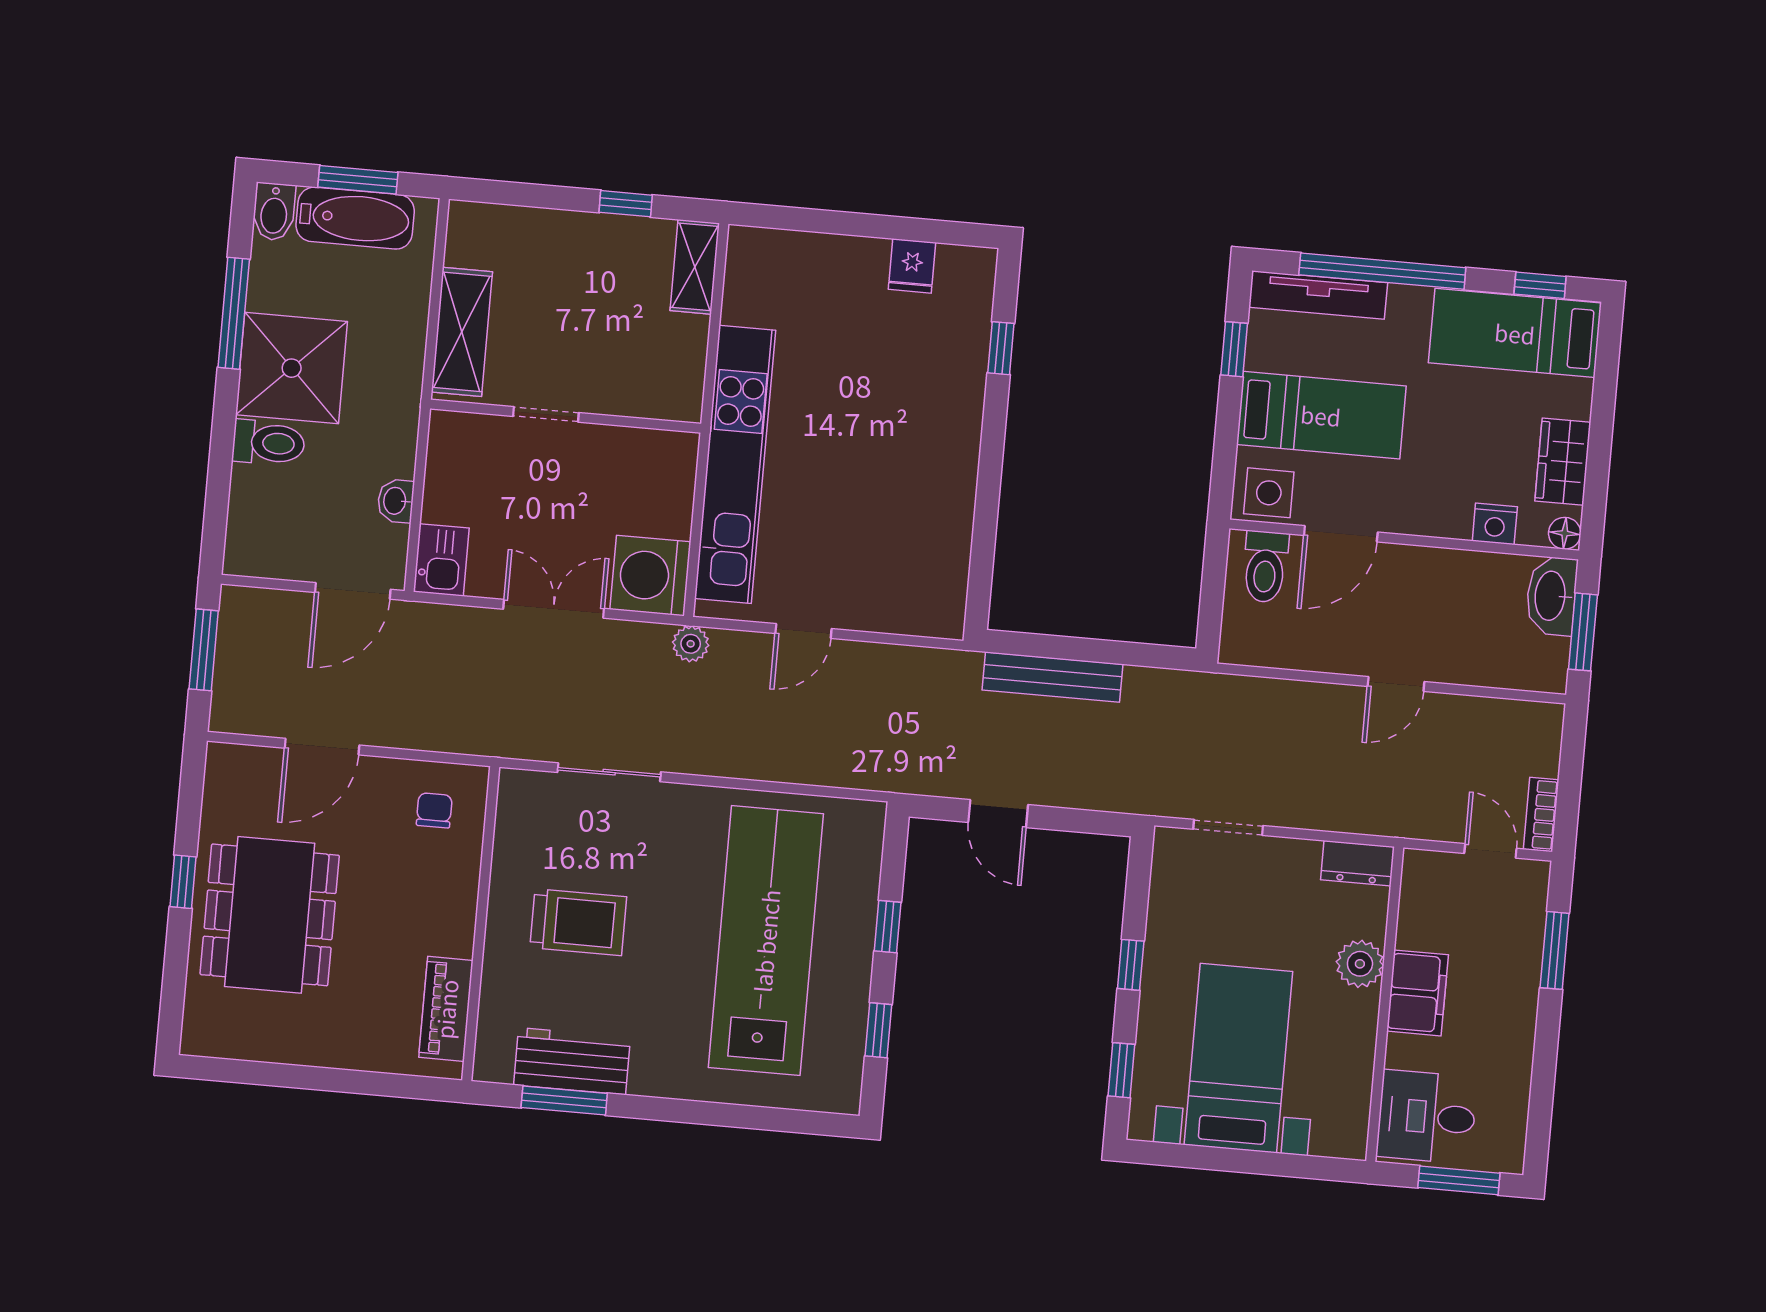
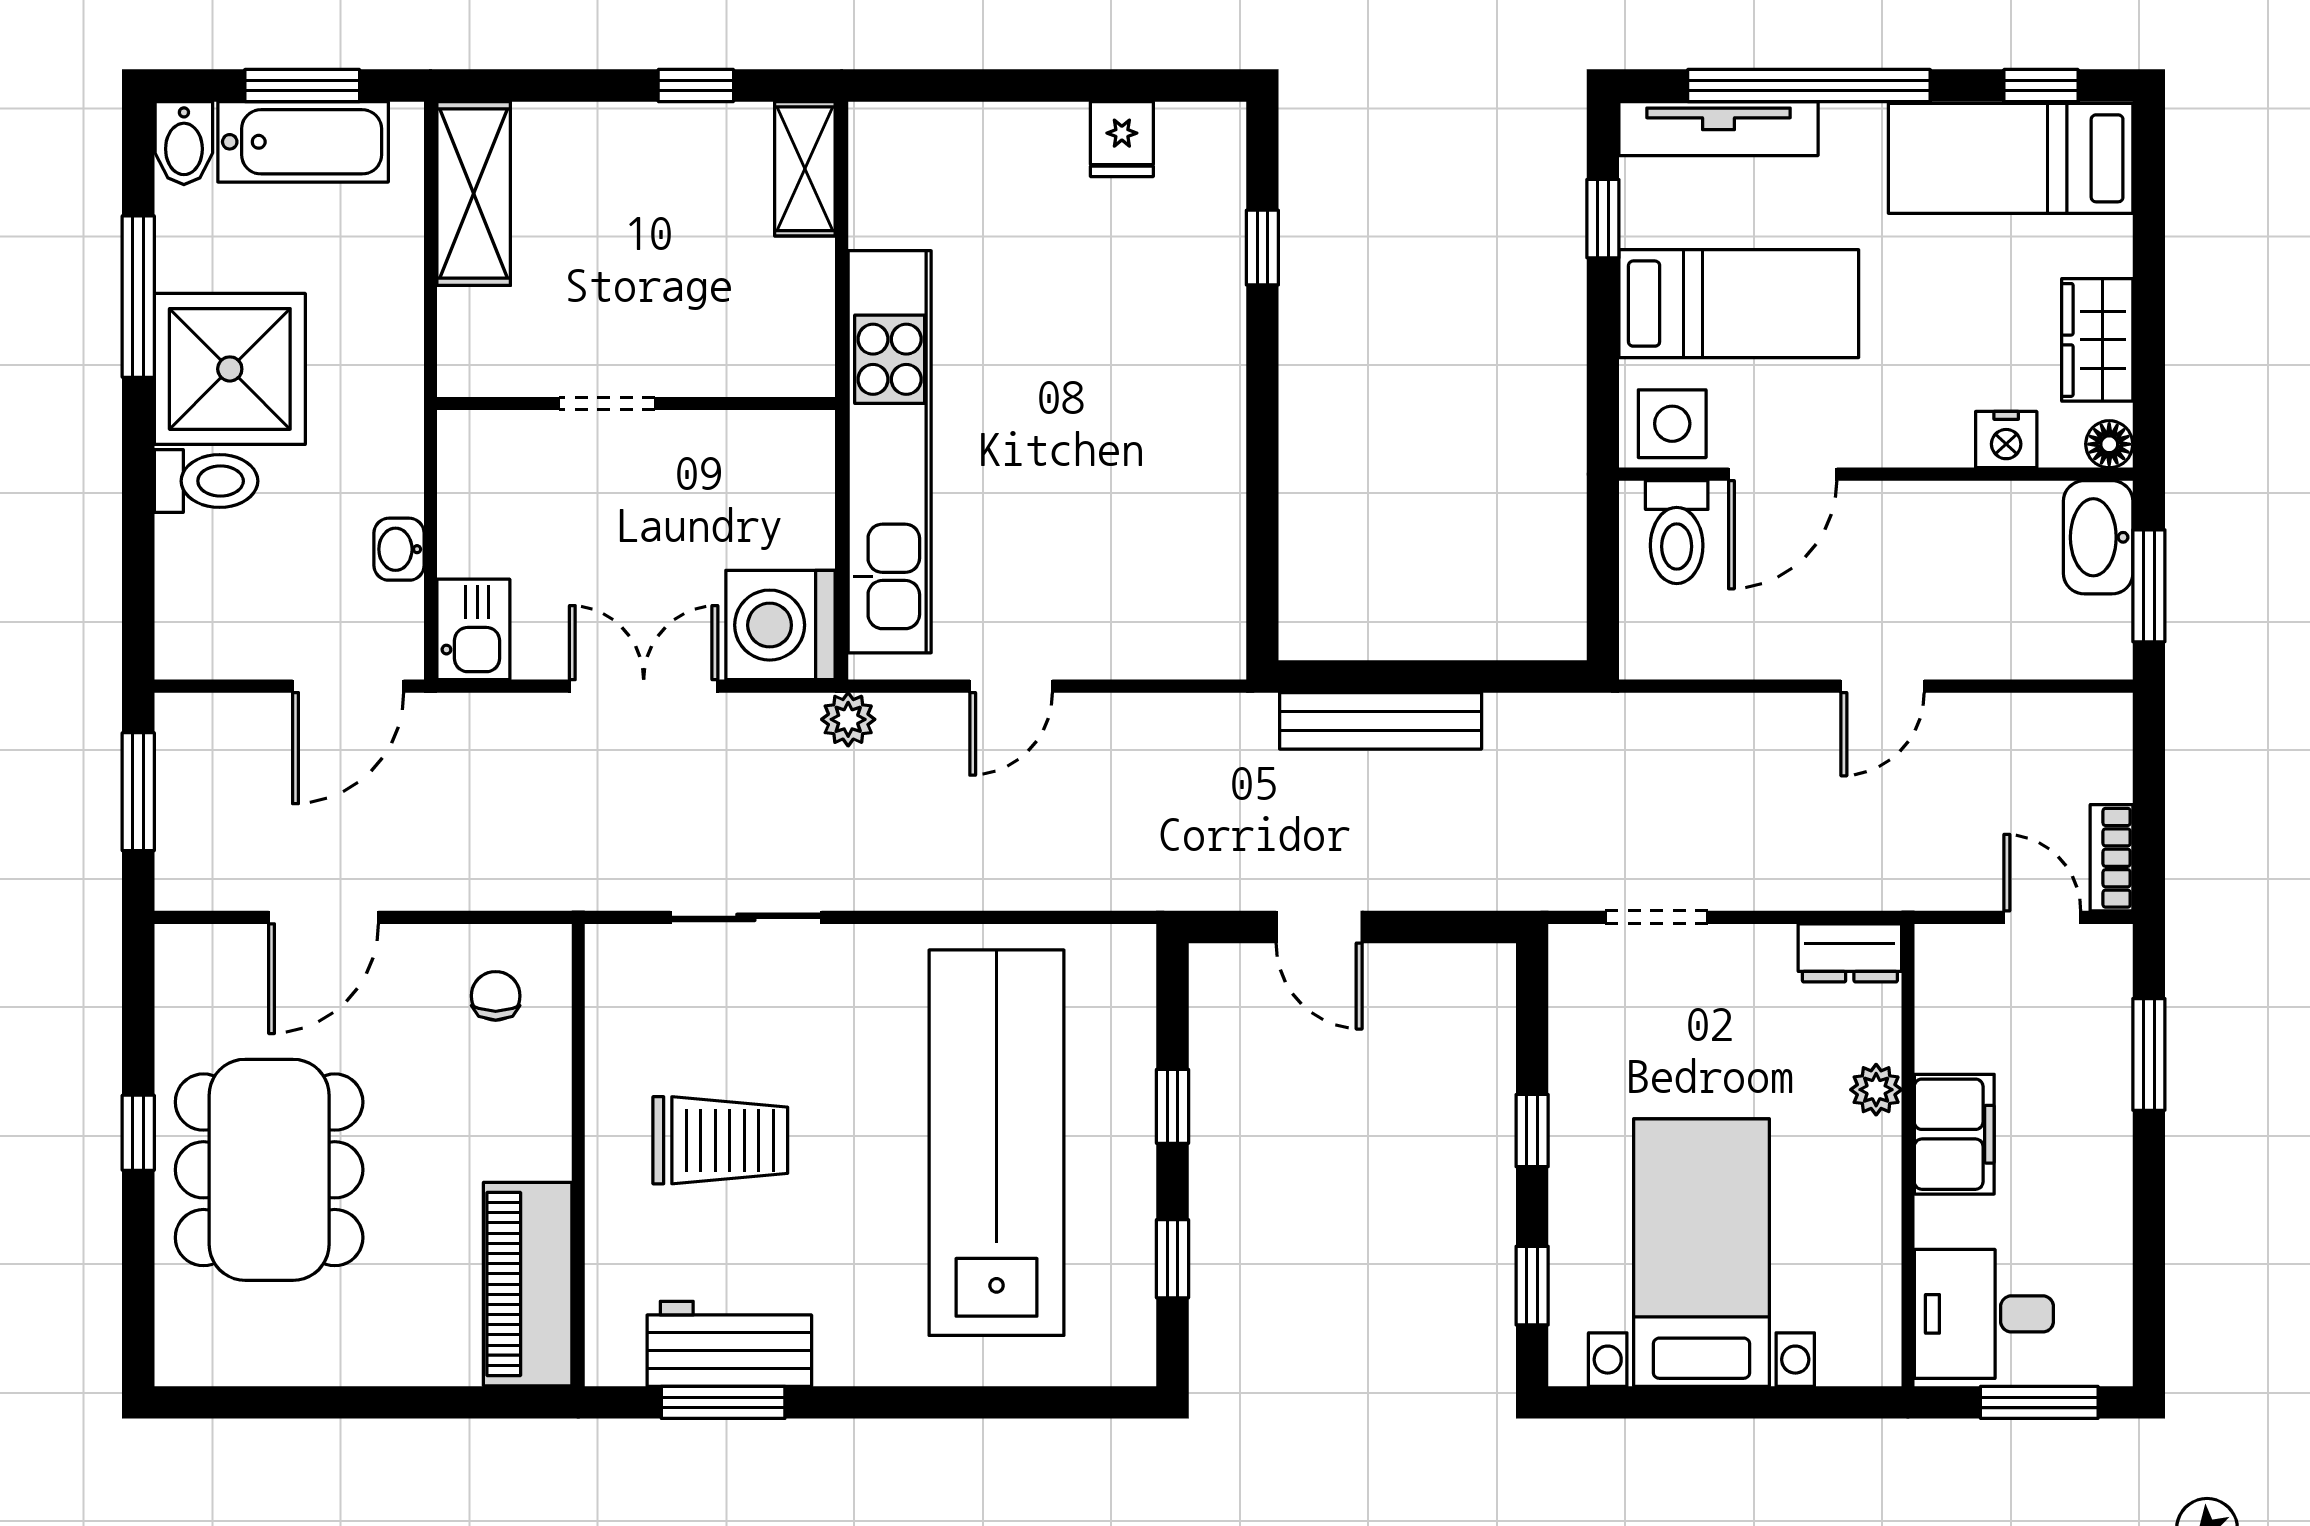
shelving: (462, 332) -> (474, 193), moved
plant: (1360, 964) -> (1876, 1090), width x0.73, depth x0.73
piano: (446, 1009) -> (528, 1284), width x1.37, depth x1.33

